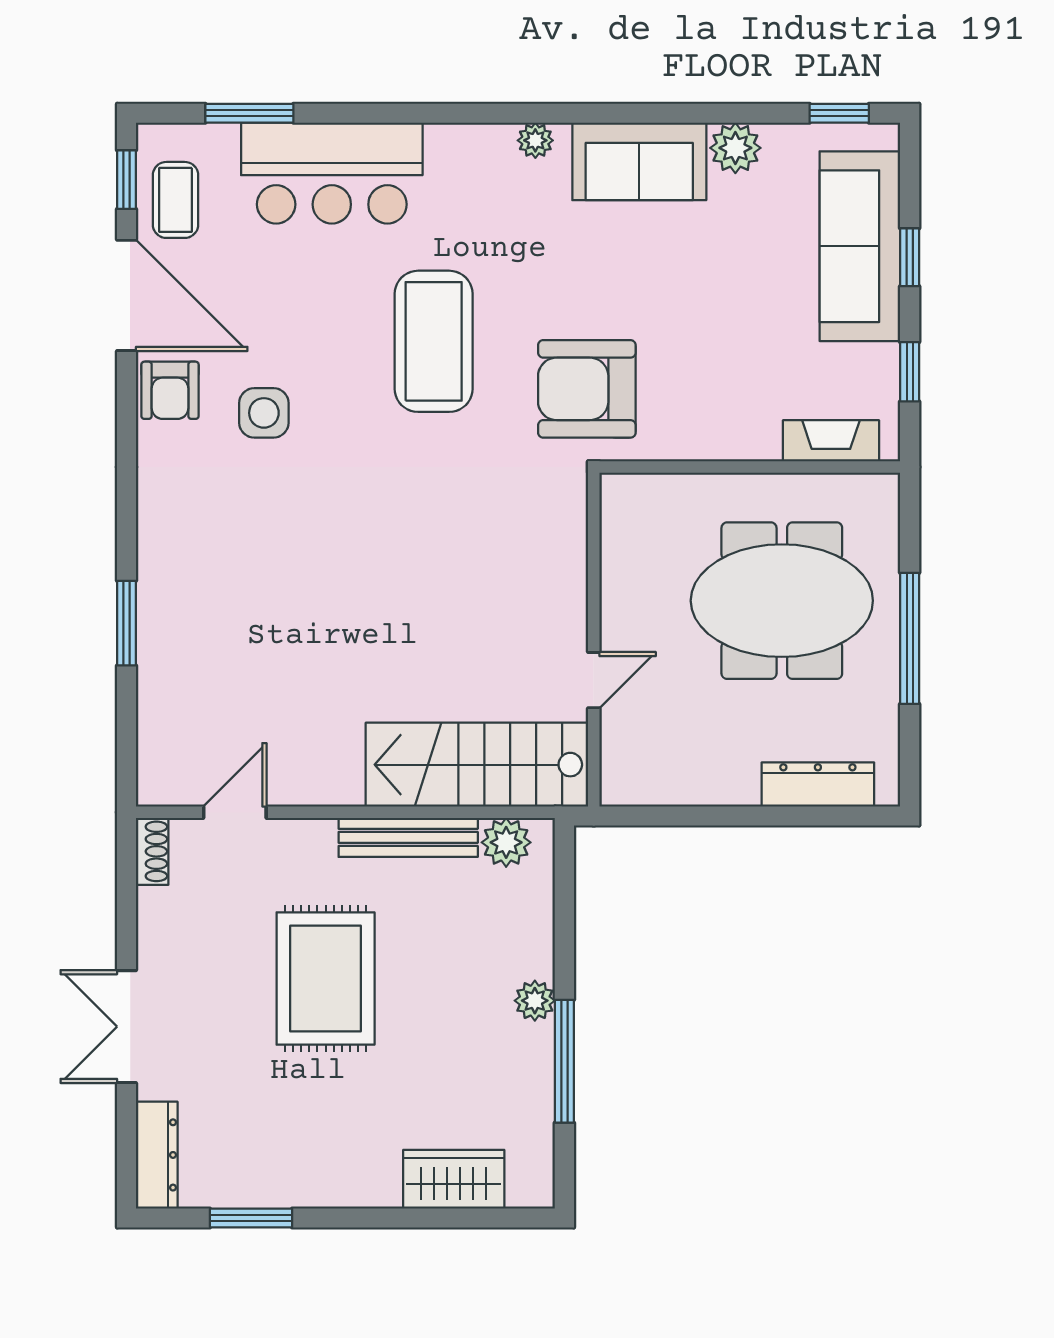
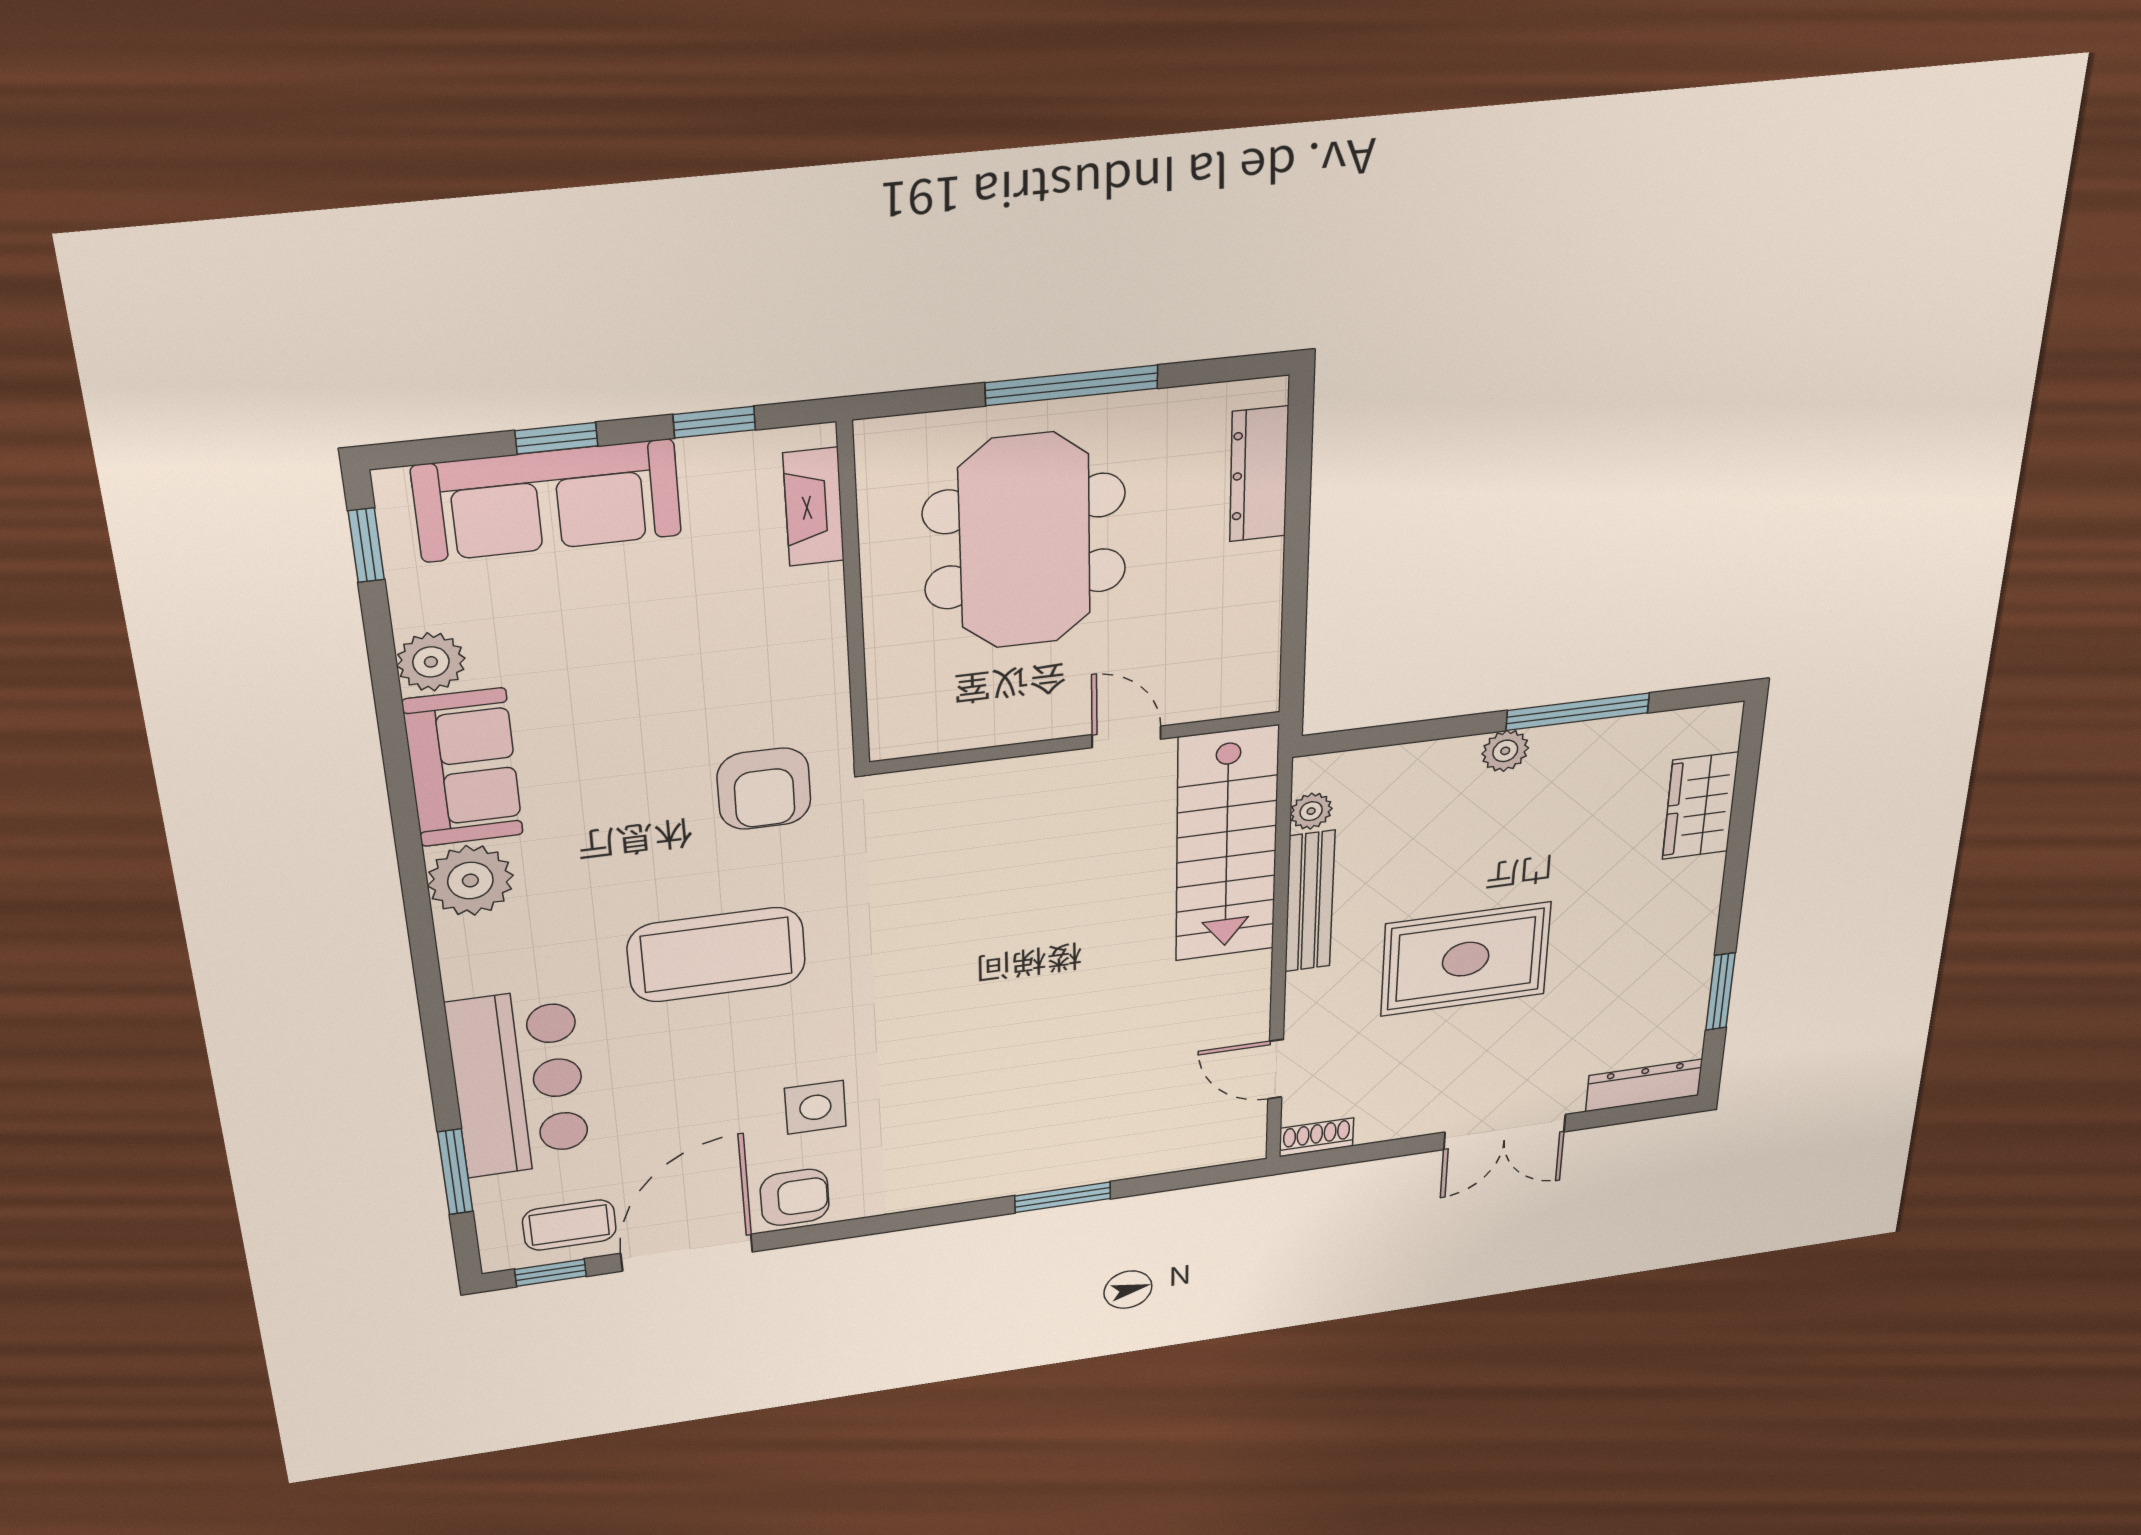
plant: (535, 140) -> (470, 881), width x1.88, depth x1.88
armchair: (587, 389) -> (764, 789), width x0.73, depth x0.73
plant: (506, 842) -> (1311, 811), width x0.73, depth x0.73

